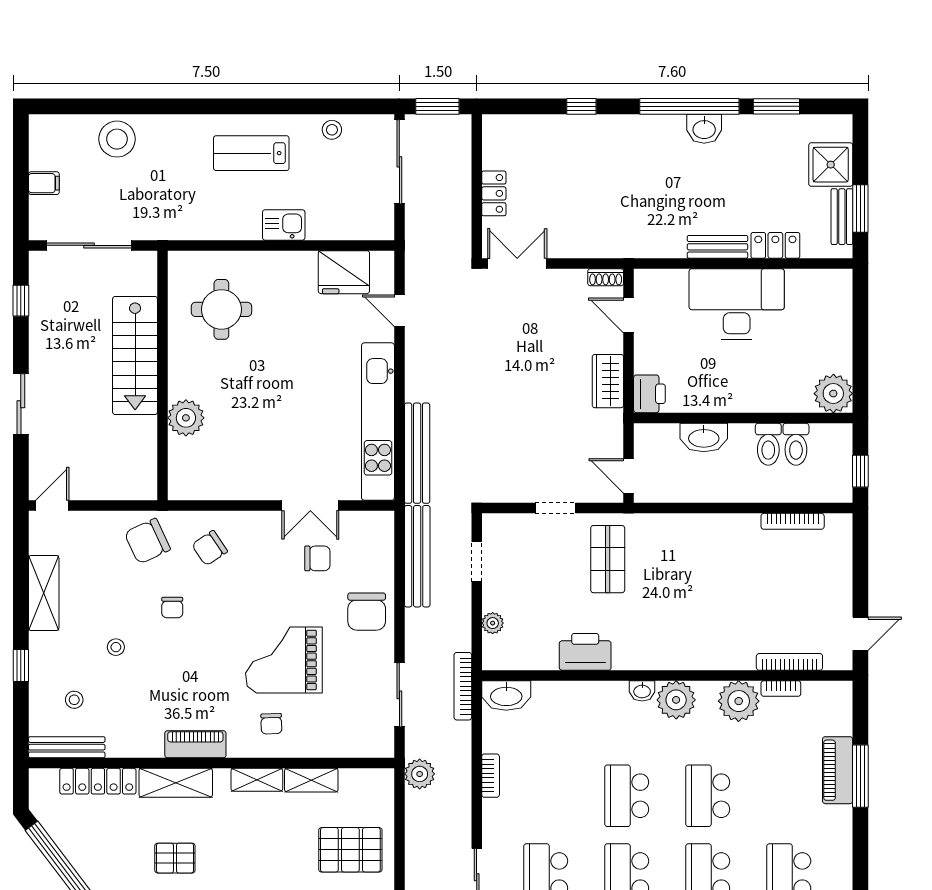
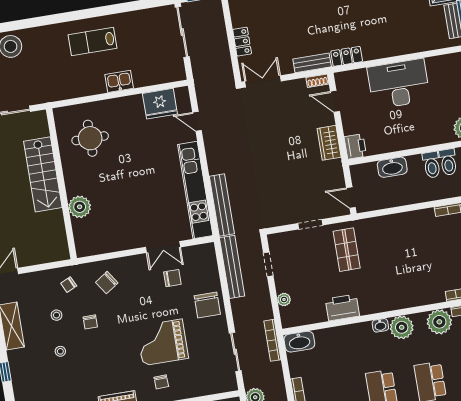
stool: (332, 130) -> (139, 19), removed
locker: (775, 245) -> (347, 56), moved
bench: (717, 247) -> (312, 63), moved
chair: (147, 541) -> (69, 285), width x0.54, depth x0.54
stool: (74, 700) -> (57, 315), moved

